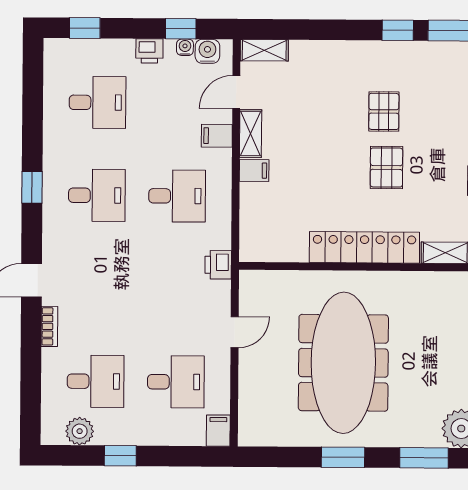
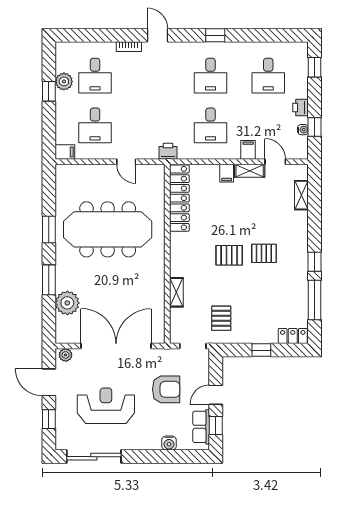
shelving: (264, 50) -> (301, 195), moved
water cooler: (207, 51) -> (300, 144), removed
locker: (364, 247) -> (179, 198), moved
plant: (80, 431) -> (64, 81), moved

